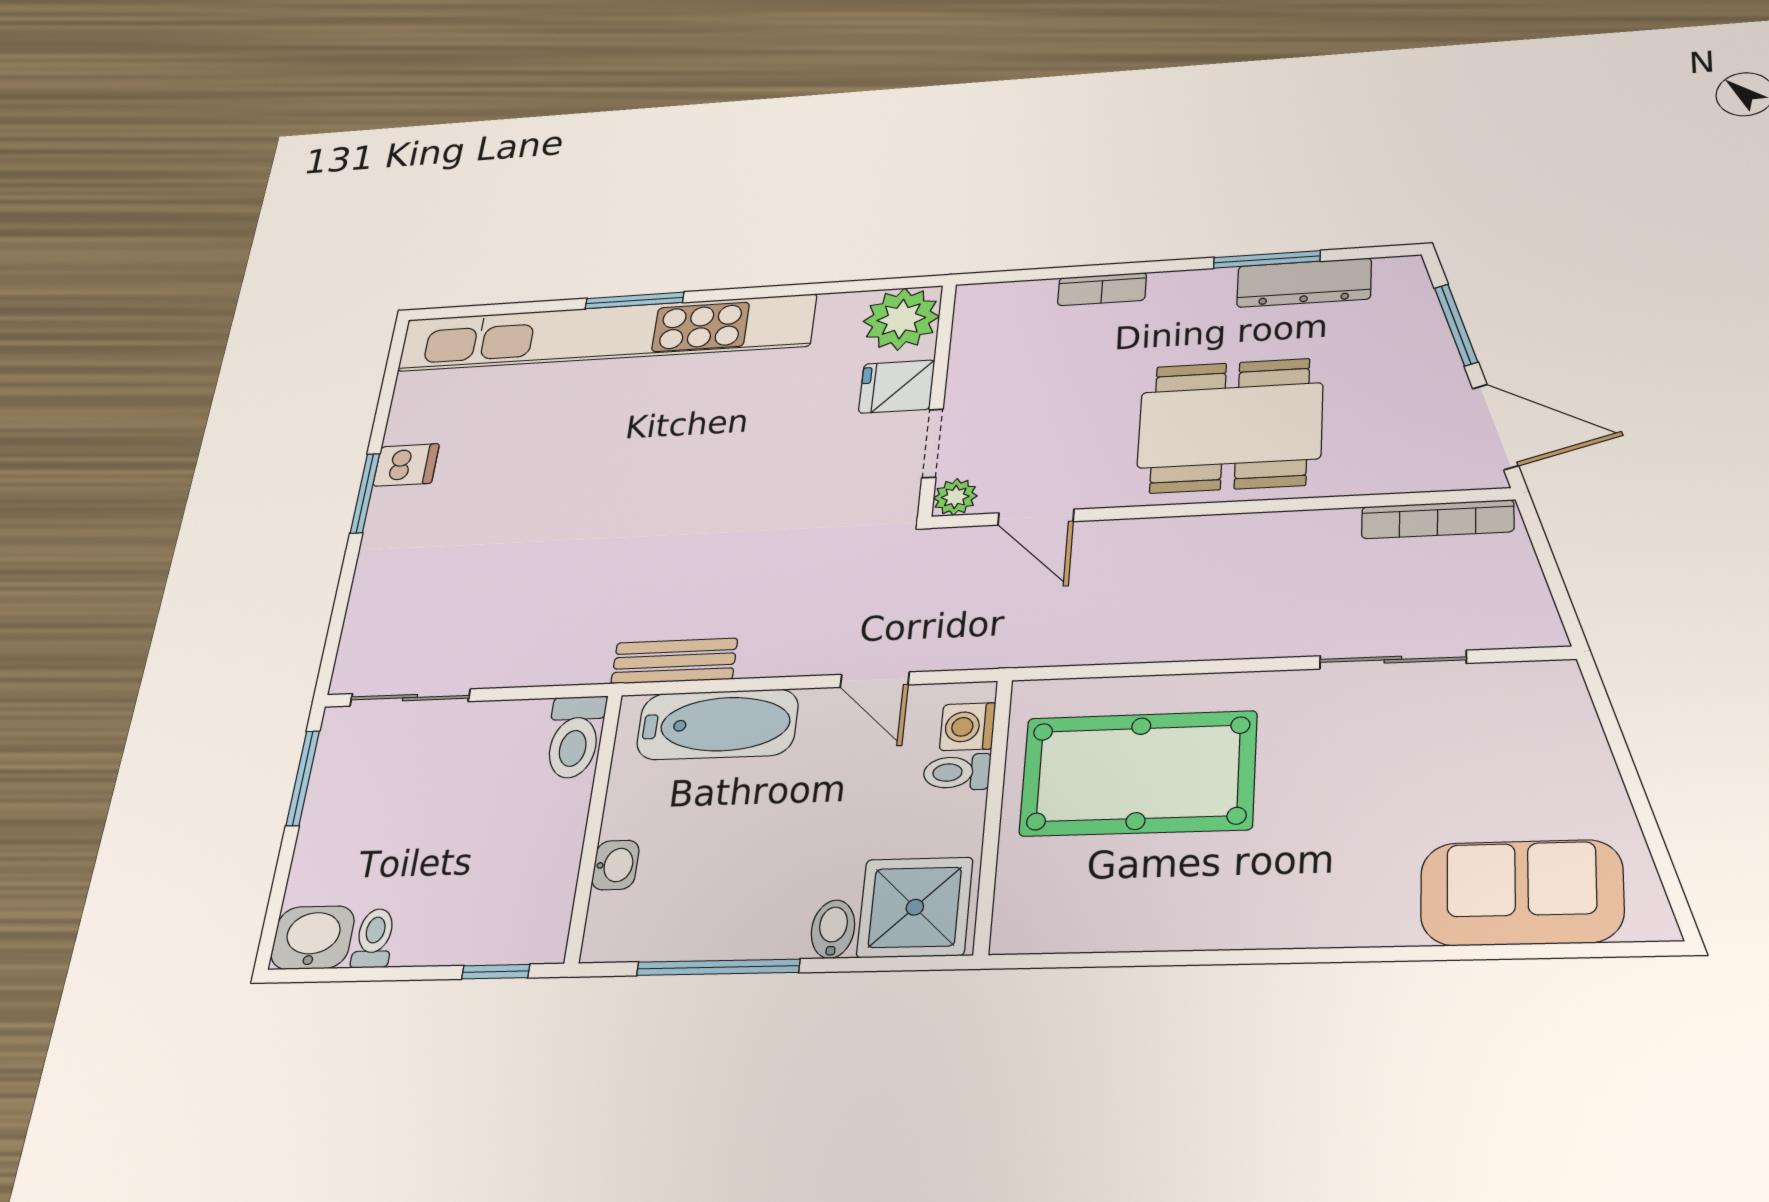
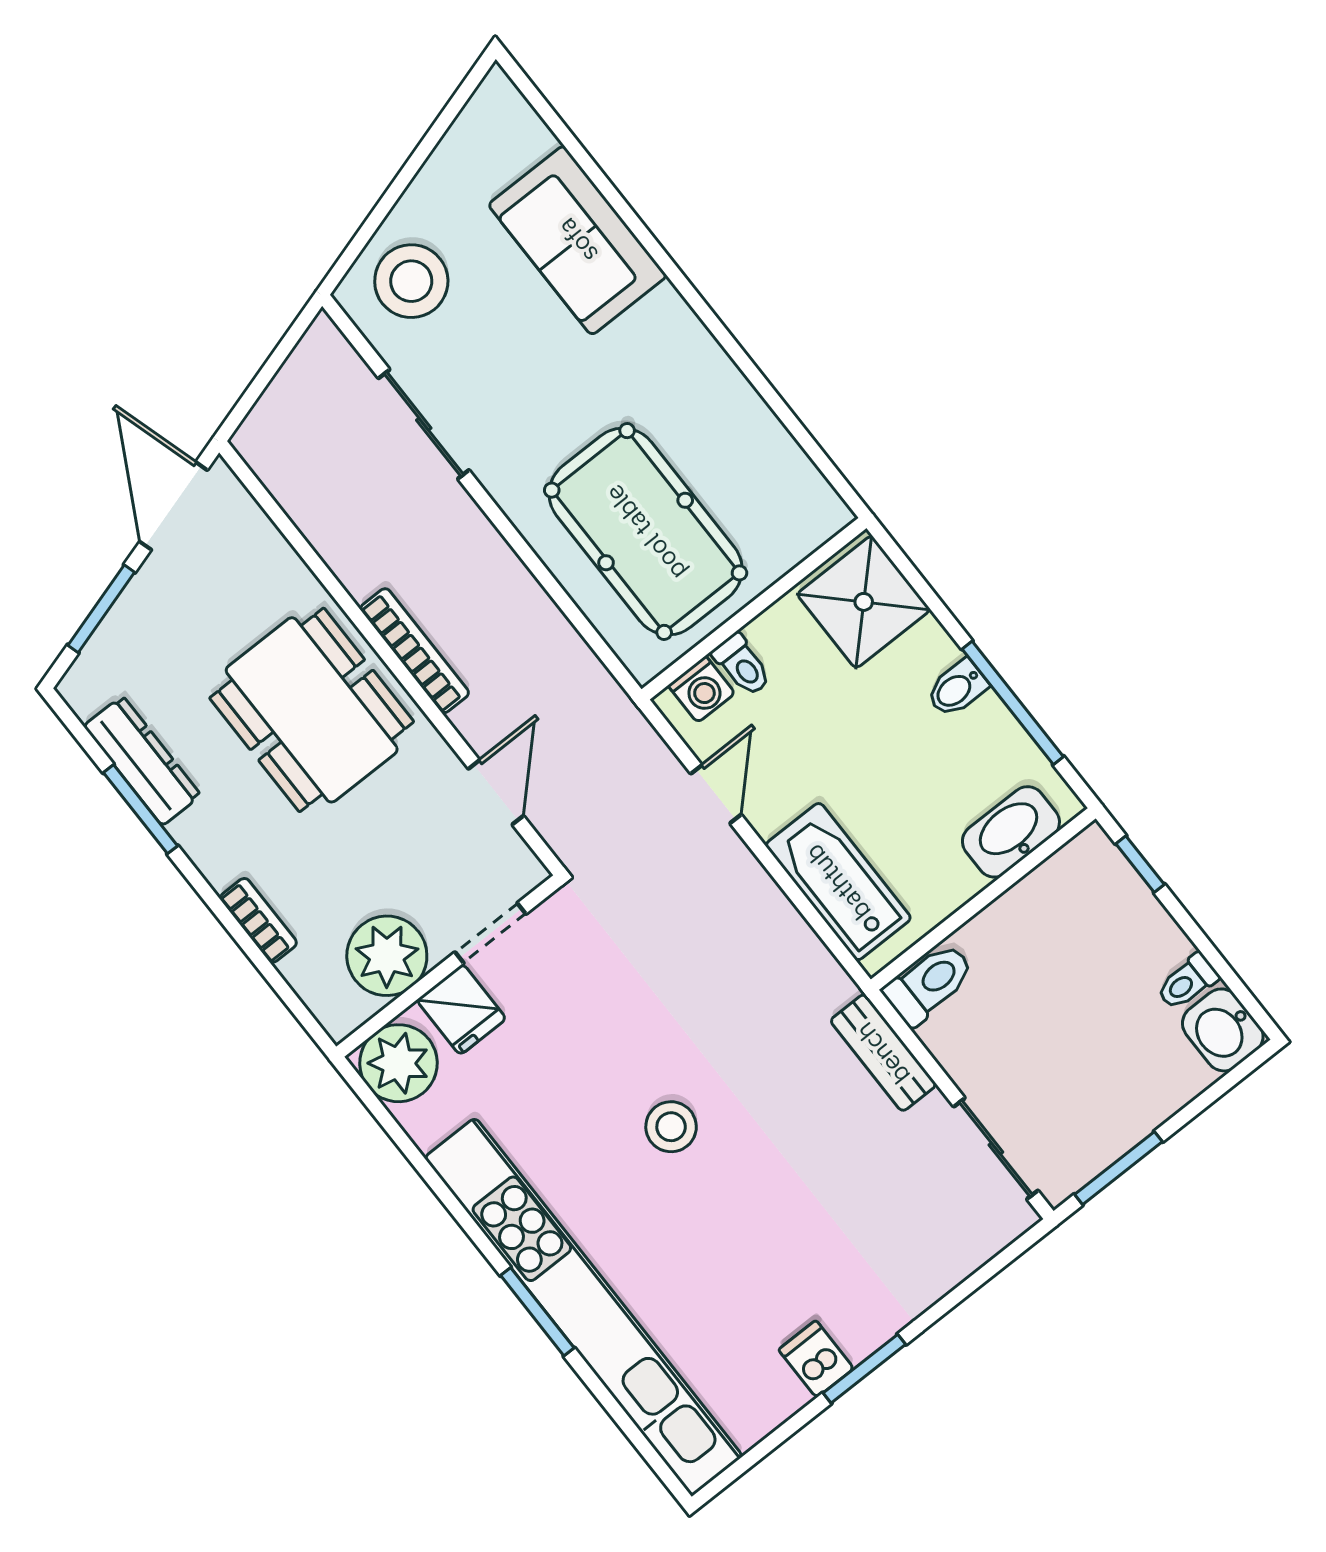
stool: (665, 476) -> (671, 1127), added
plant: (955, 497) -> (387, 956), moved, width x1.88, depth x1.88
bookcase: (1438, 519) -> (415, 651), moved
bench: (674, 661) -> (883, 1053), moved
stool: (1531, 732) -> (411, 281), added
washbasin: (615, 865) -> (1011, 832), width x1.91, depth x1.45
sofa: (1522, 893) -> (578, 240), moved
bidet: (833, 929) -> (957, 688), moved

